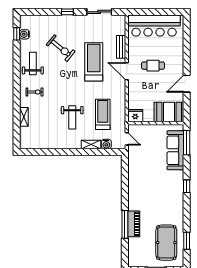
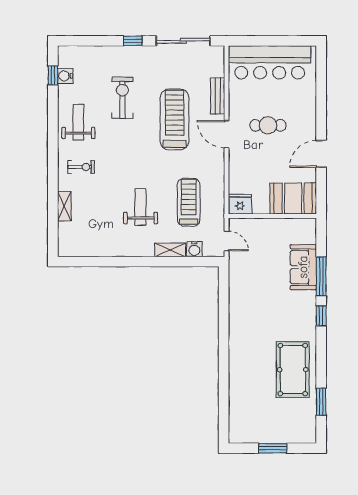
sliding door: (99, 12) -> (183, 41), width x1.37
exercise bike: (61, 48) -> (122, 98), turned -129
weight bench: (72, 117) -> (141, 207), turned 180
window: (187, 143) -> (321, 276), moved
sofa: (175, 150) -> (303, 267), width x0.73
window: (125, 224) -> (224, 376), removed
piano: (134, 224) -> (238, 375), removed
pool table: (166, 243) -> (293, 370), moved

